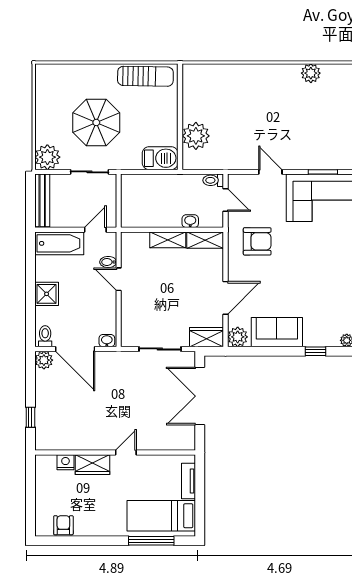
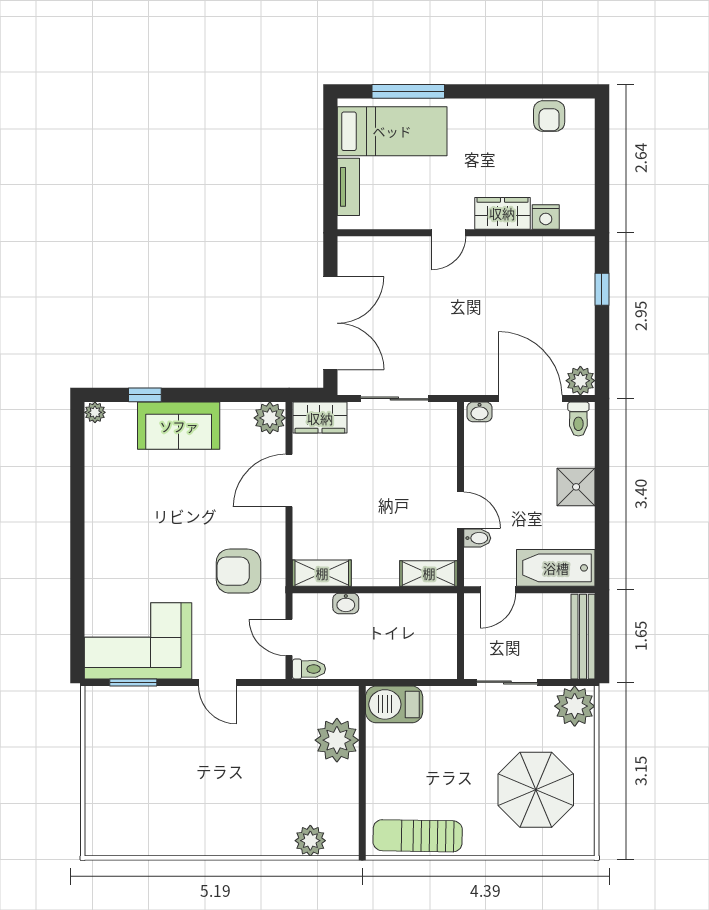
plant: (311, 73) -> (310, 841), moved
parasol: (96, 122) -> (536, 790), moved
shelving: (168, 240) -> (429, 573), moved
sofa: (277, 332) -> (179, 426), moved

